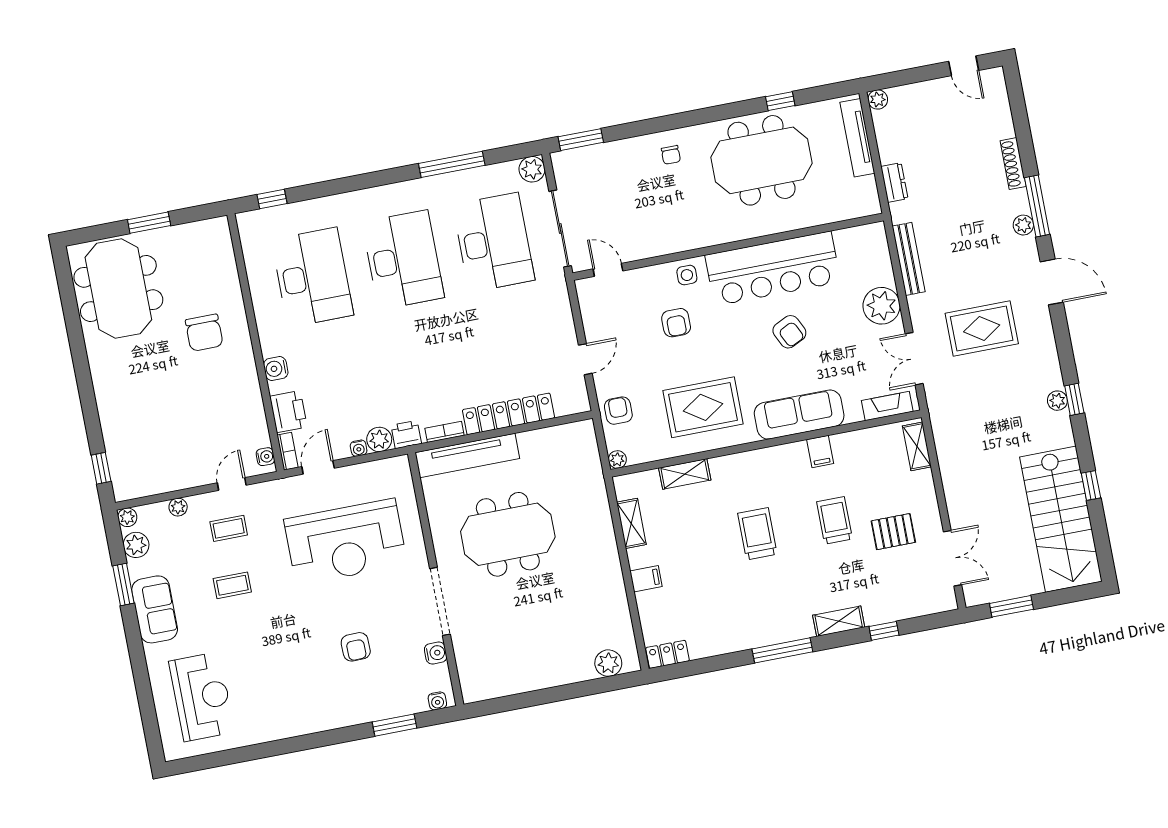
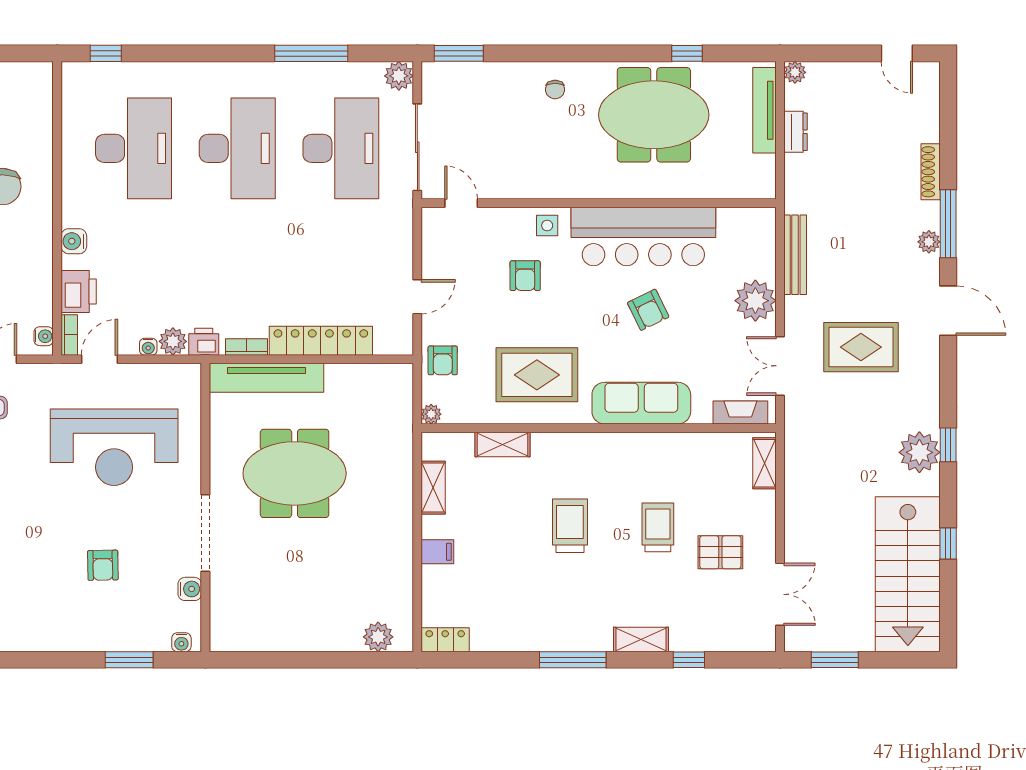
dresser: (894, 183) -> (796, 132), moved
plant: (1057, 401) -> (919, 452), width x1.87, depth x1.87
armchair: (618, 411) -> (443, 360), turned 180
filing cabinet: (820, 452) -> (657, 448), removed

